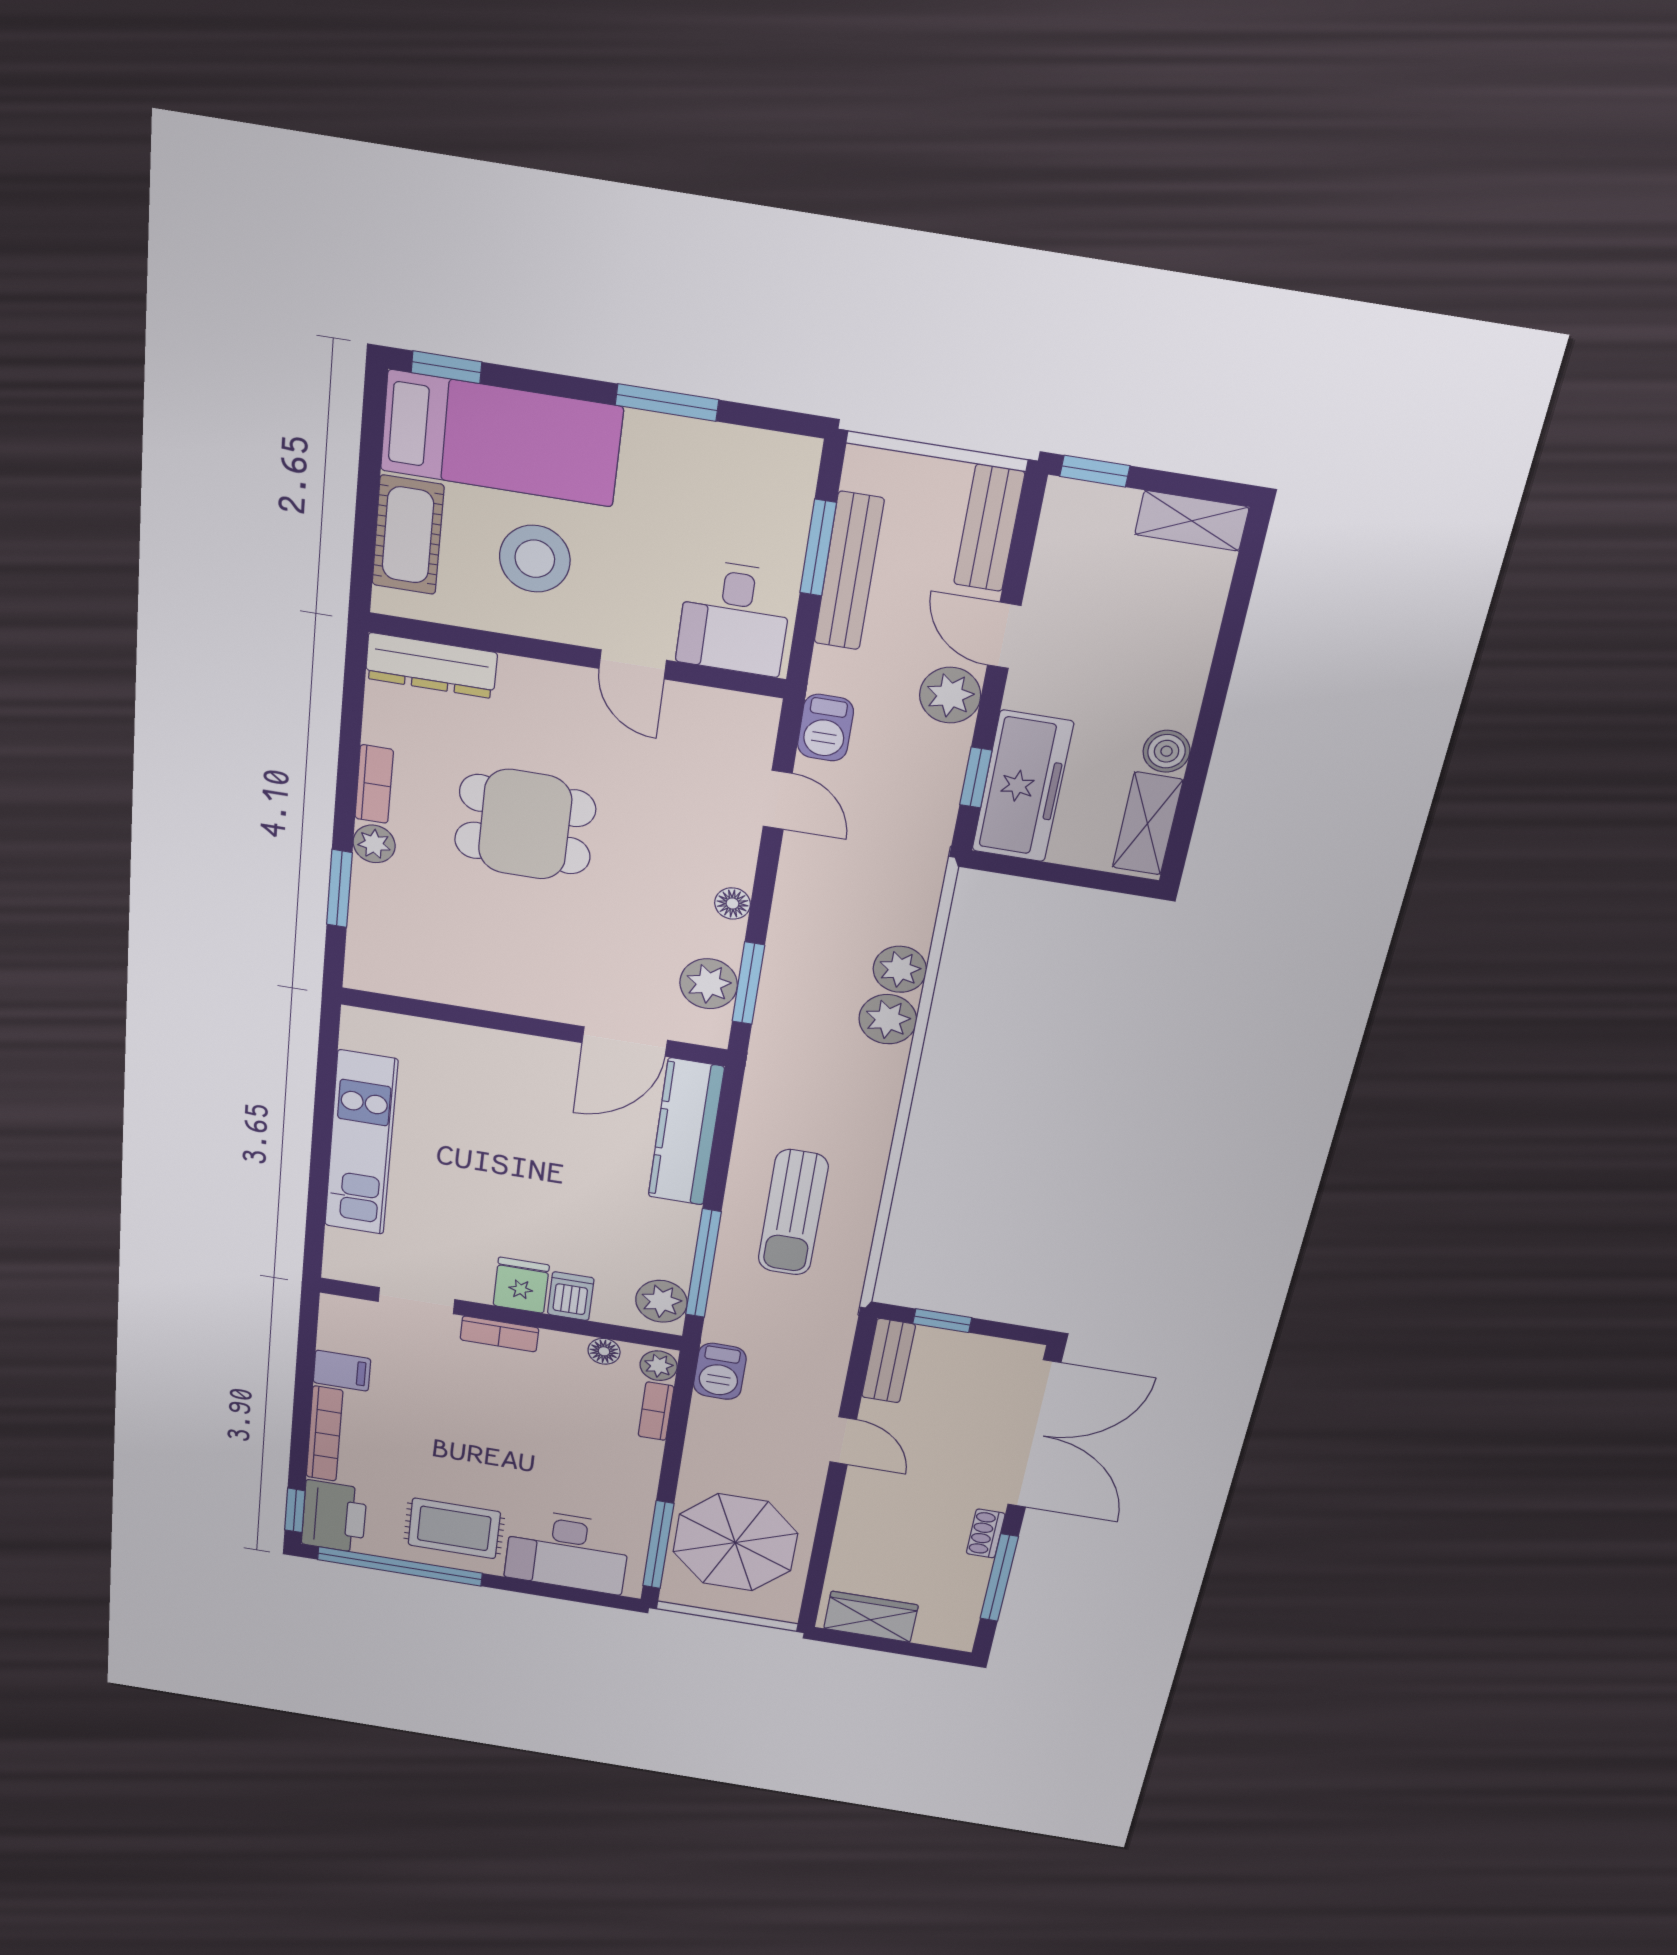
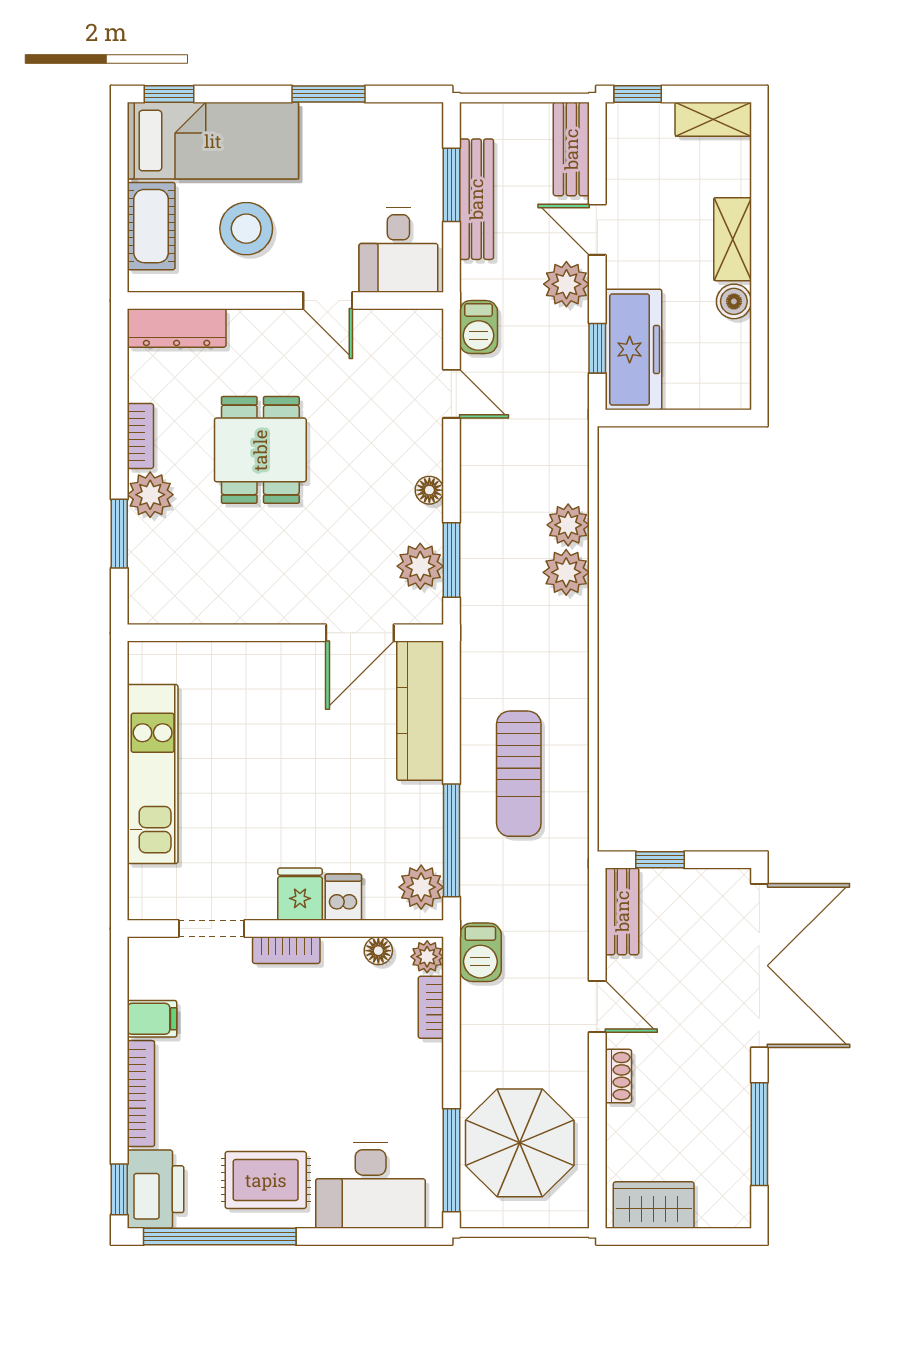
dining table: (525, 824) -> (260, 450), turned 90
shelving: (1148, 824) -> (733, 239), moved
plant: (374, 844) -> (150, 495), width x1.38, depth x1.38
shoe rack: (986, 1533) -> (618, 1076), moved, turned 180

